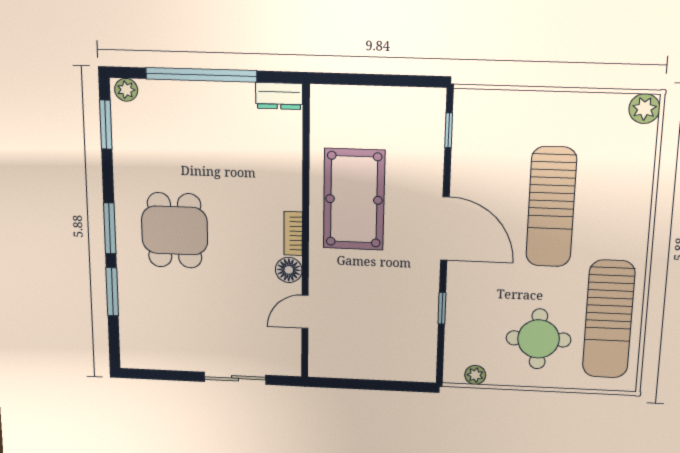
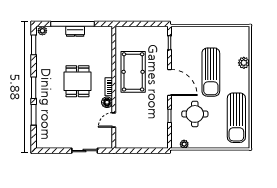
dresser: (279, 96) -> (75, 31), moved
plant: (644, 109) -> (244, 63), moved
dining table: (175, 230) -> (77, 81), moved
round table: (538, 339) -> (195, 114), moved

